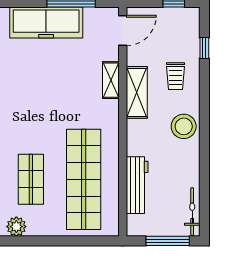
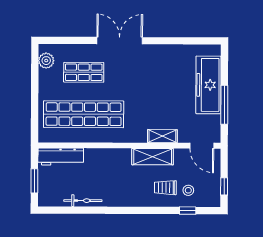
stool: (184, 126) -> (188, 190), moved, width x0.53, depth x0.53
workbench: (137, 185) -> (61, 157), moved
bicycle: (192, 212) -> (83, 201), moved
window: (168, 241) -> (34, 181), width x0.69

